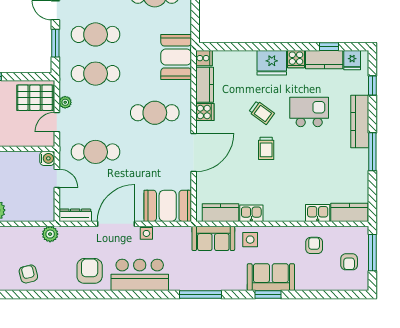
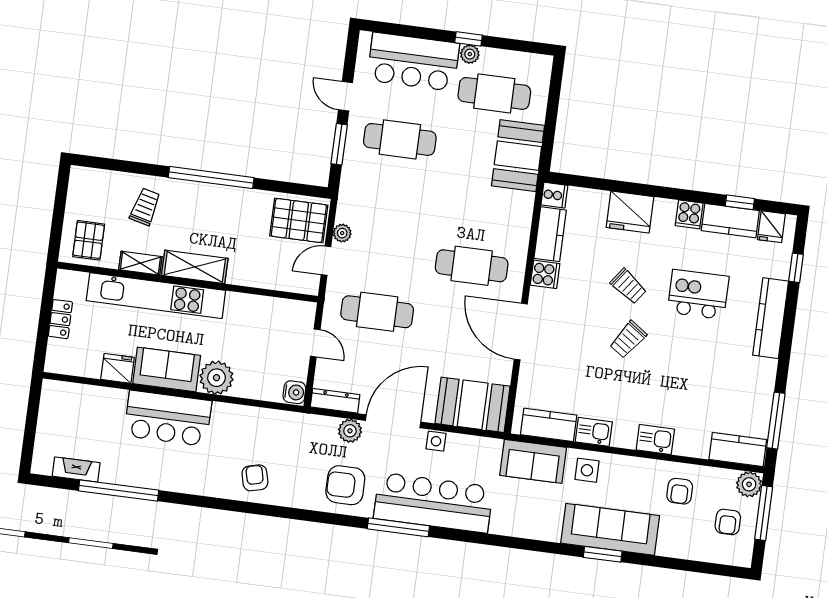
booth: (176, 57) -> (518, 156), moved
fridge: (272, 63) -> (630, 212), moved
cafe table: (96, 74) -> (392, 197), removed
trolley: (266, 148) -> (628, 339), turned 35
door: (194, 152) -> (521, 332), swing flipped
window: (372, 152) -> (776, 421), moved
water cooler: (47, 158) -> (294, 392), moved
kitchen sink: (318, 213) -> (655, 439), moved
plant: (50, 234) -> (350, 431), moved
plant: (360, 235) -> (749, 484), added
armchair: (314, 245) -> (680, 491), turned 180
armchair: (90, 271) -> (345, 485), turned -90
bar counter: (140, 275) -> (433, 503), width x1.36
sofa: (271, 277) -> (610, 529), width x1.36
window: (200, 294) -> (398, 527), moved

